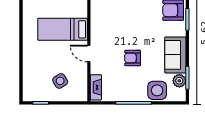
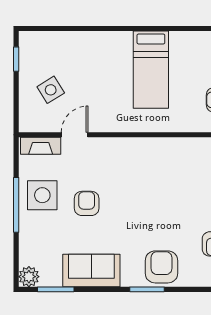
bed: (63, 29) -> (151, 70), moved, turned 180
door: (89, 54) -> (75, 135), moved
plant: (179, 81) -> (29, 277), moved
side table: (157, 90) -> (42, 195), moved

